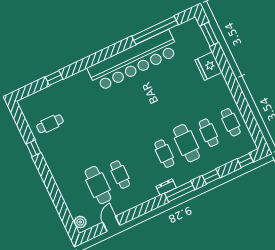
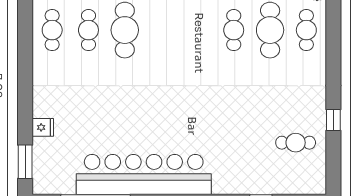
fridge: (208, 66) -> (43, 127), width x0.53, depth x0.75
cafe table: (164, 154) -> (306, 30), moved

